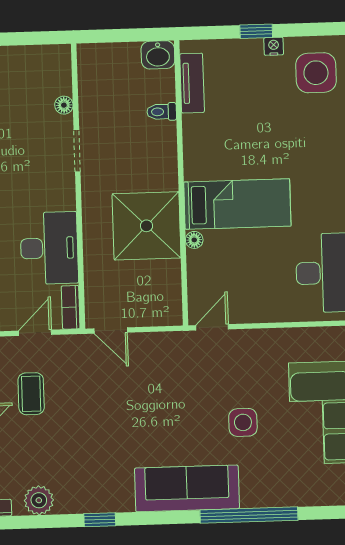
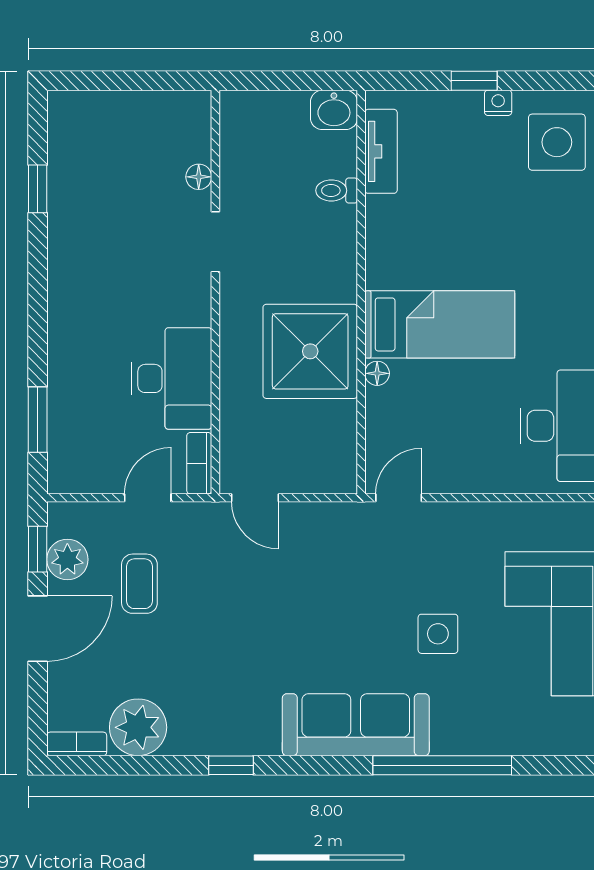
plant: (39, 500) -> (138, 727), width x1.36, depth x1.36

